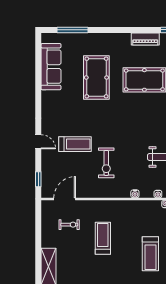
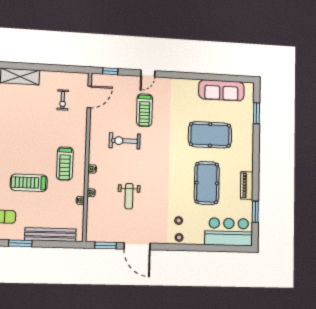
window: (72, 30) -> (256, 113), width x0.69
door: (65, 199) -> (89, 97), hinge flipped
treadmill: (103, 238) -> (65, 164), moved, turned 90

